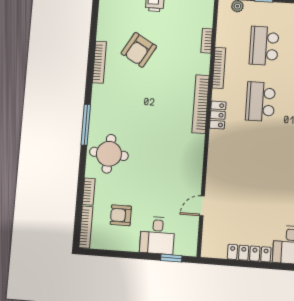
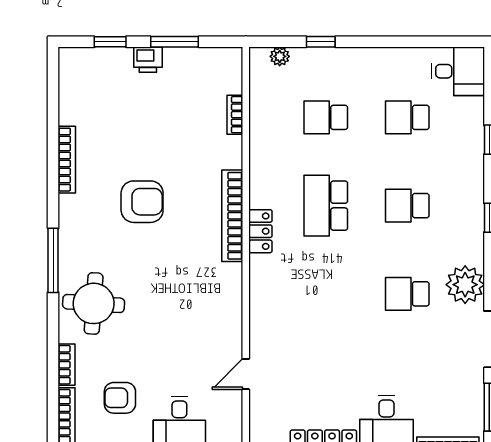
school desk: (264, 46) -> (326, 117), width x0.54
armchair: (139, 50) -> (142, 202), moved, turned -120
bookcase: (219, 68) -> (257, 157), removed

